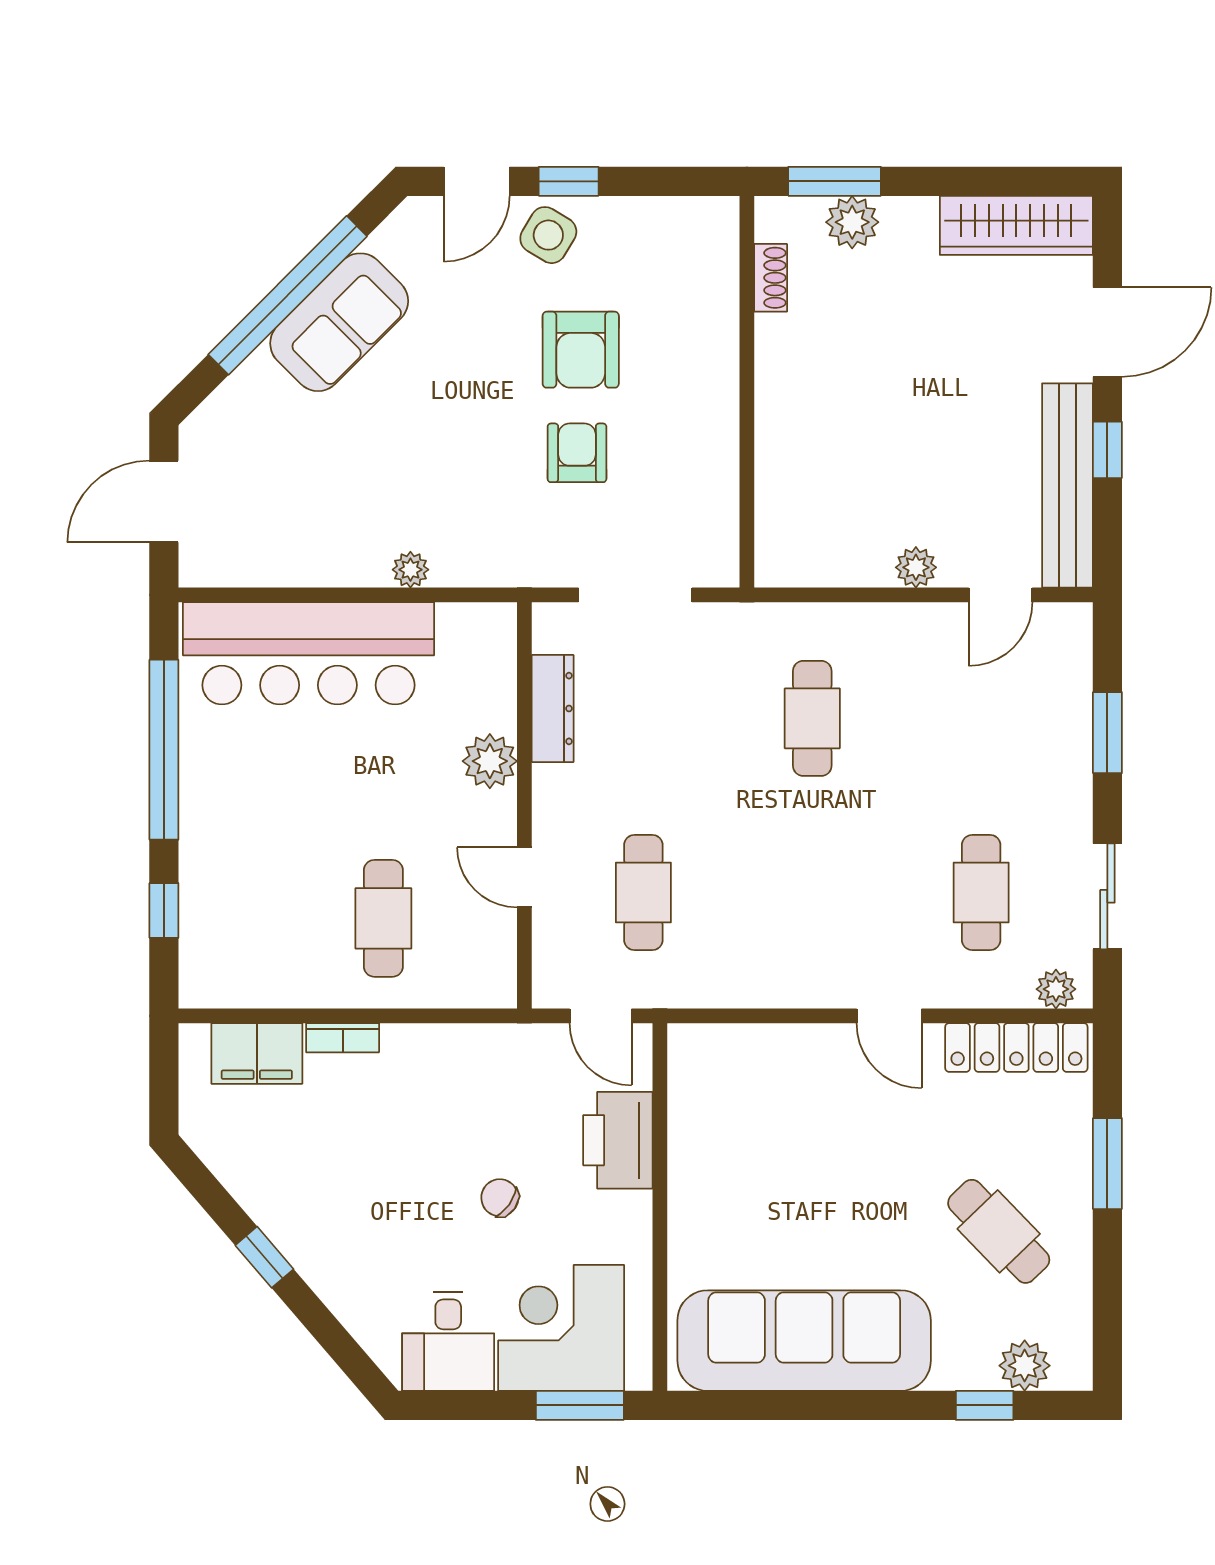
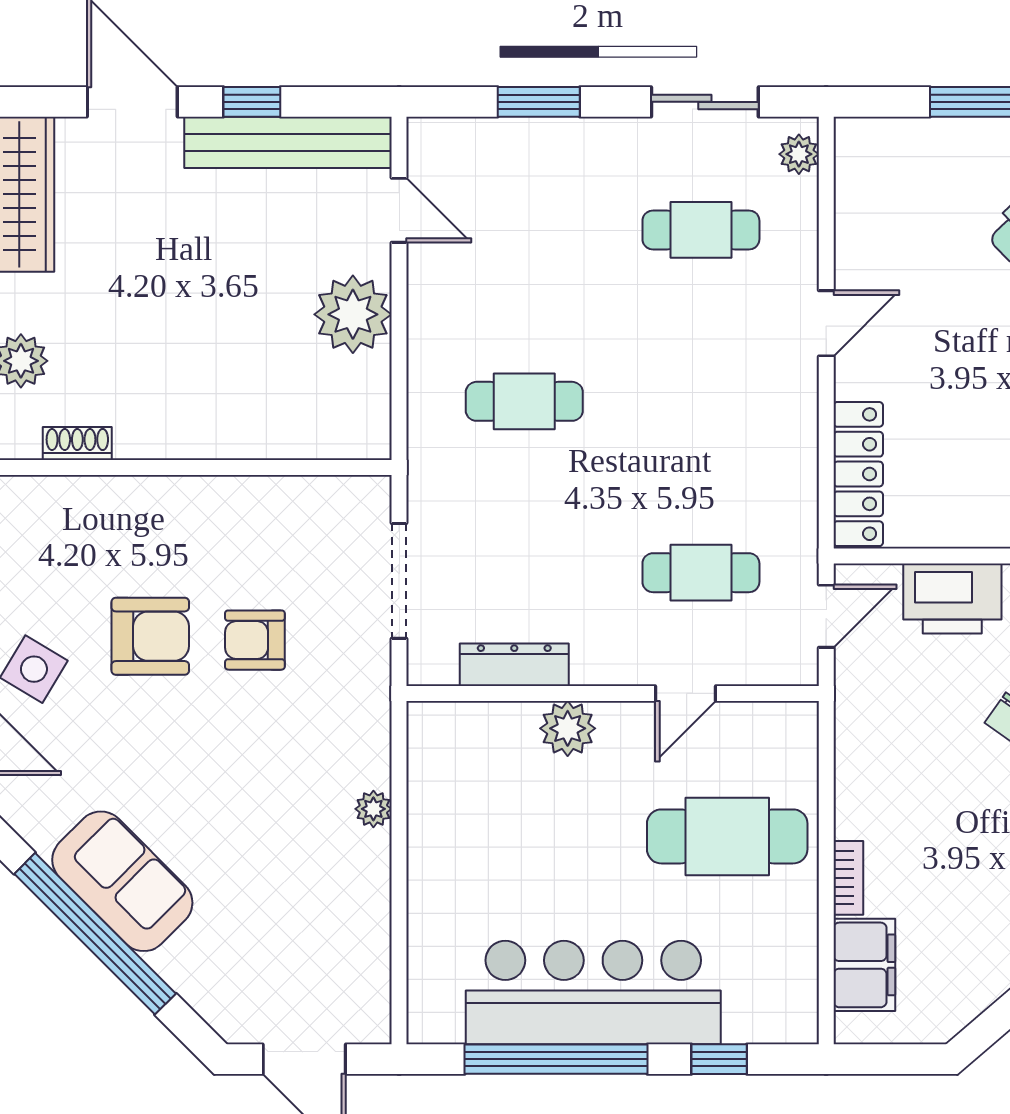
plant: (916, 567) -> (353, 314), width x1.88, depth x1.88
bar counter: (308, 653) -> (593, 992), moved, turned -90
cafe table: (383, 918) -> (727, 836), width x1.37, depth x1.35
locker: (1016, 1047) -> (858, 474), moved

